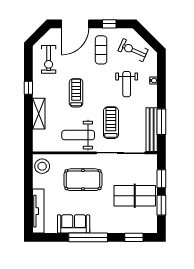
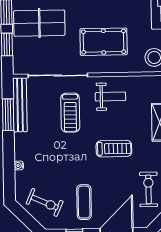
weight bench: (127, 84) -> (52, 160), removed
treadmill: (76, 93) -> (114, 149), turned -90
weight bench: (78, 135) -> (110, 97), width x0.73, depth x0.75

